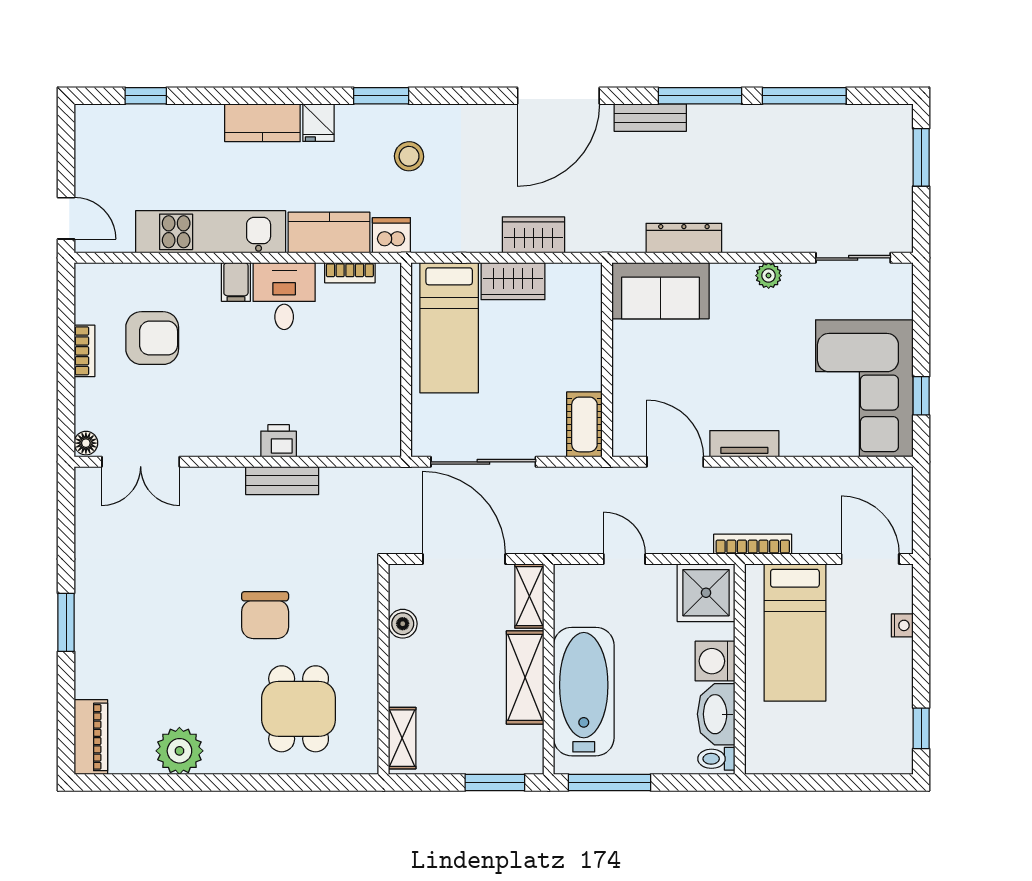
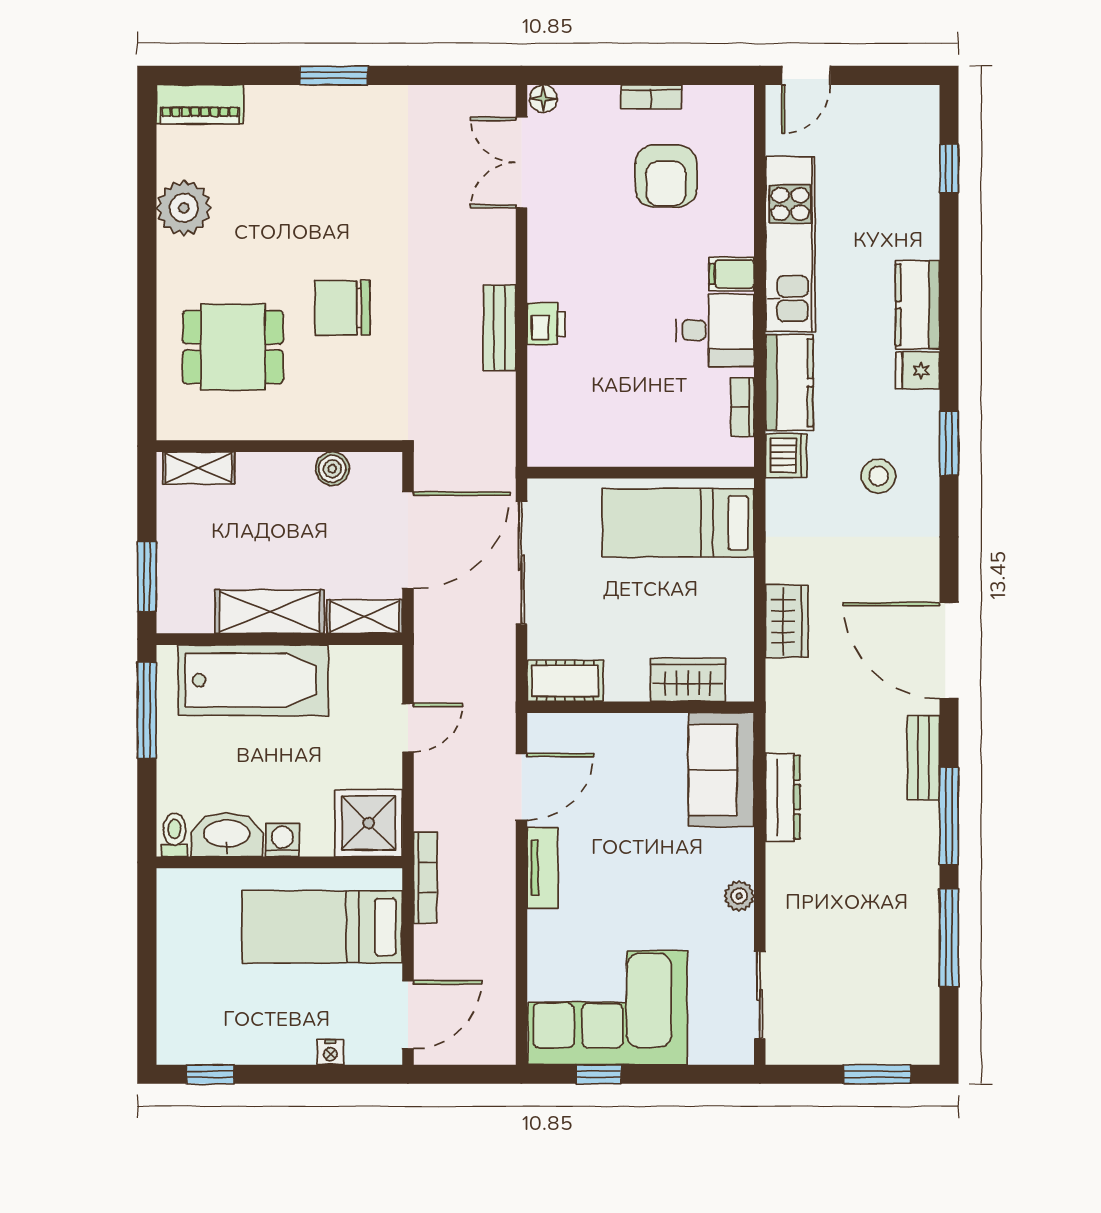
wardrobe: (513, 281) -> (688, 680), moved, turned 90
washing machine: (715, 661) -> (282, 840), width x0.73, depth x0.73

